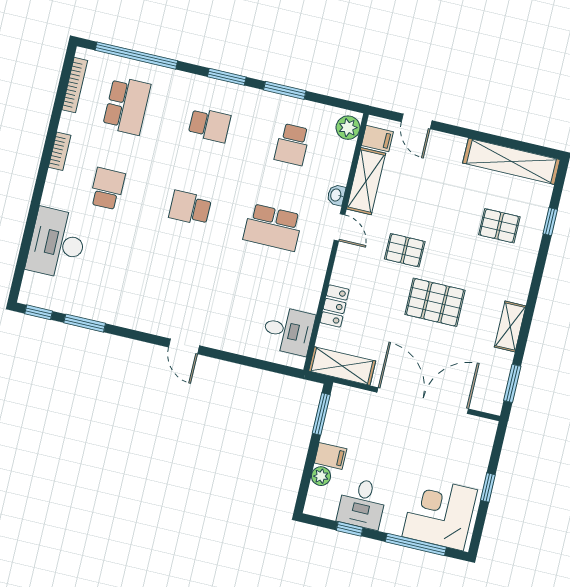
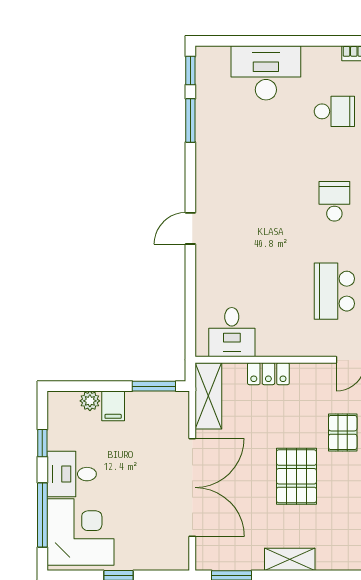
desk: (362, 503) -> (72, 474), moved

